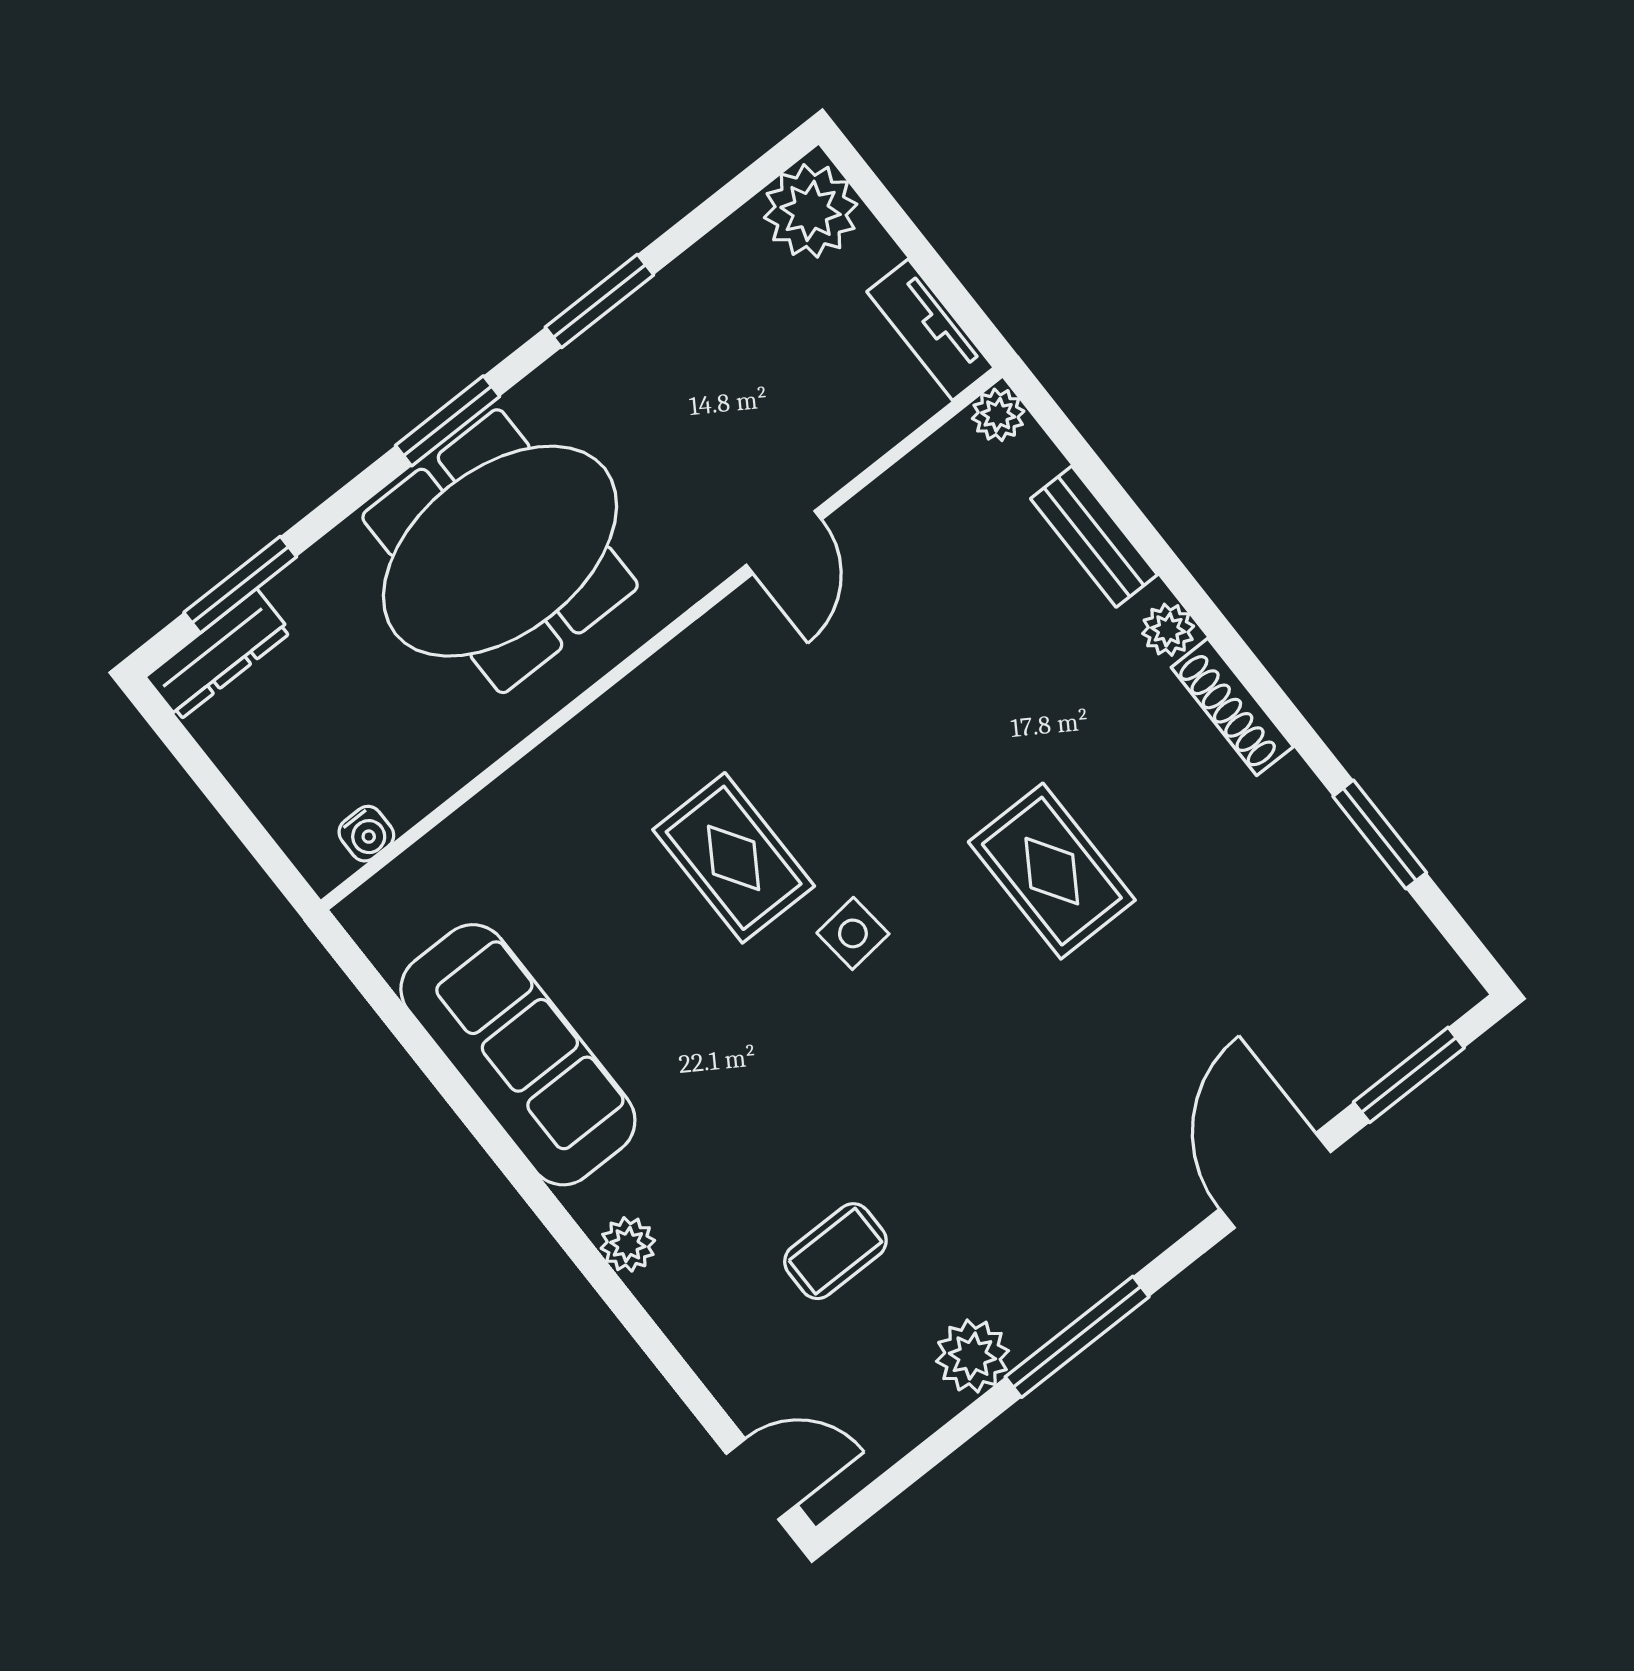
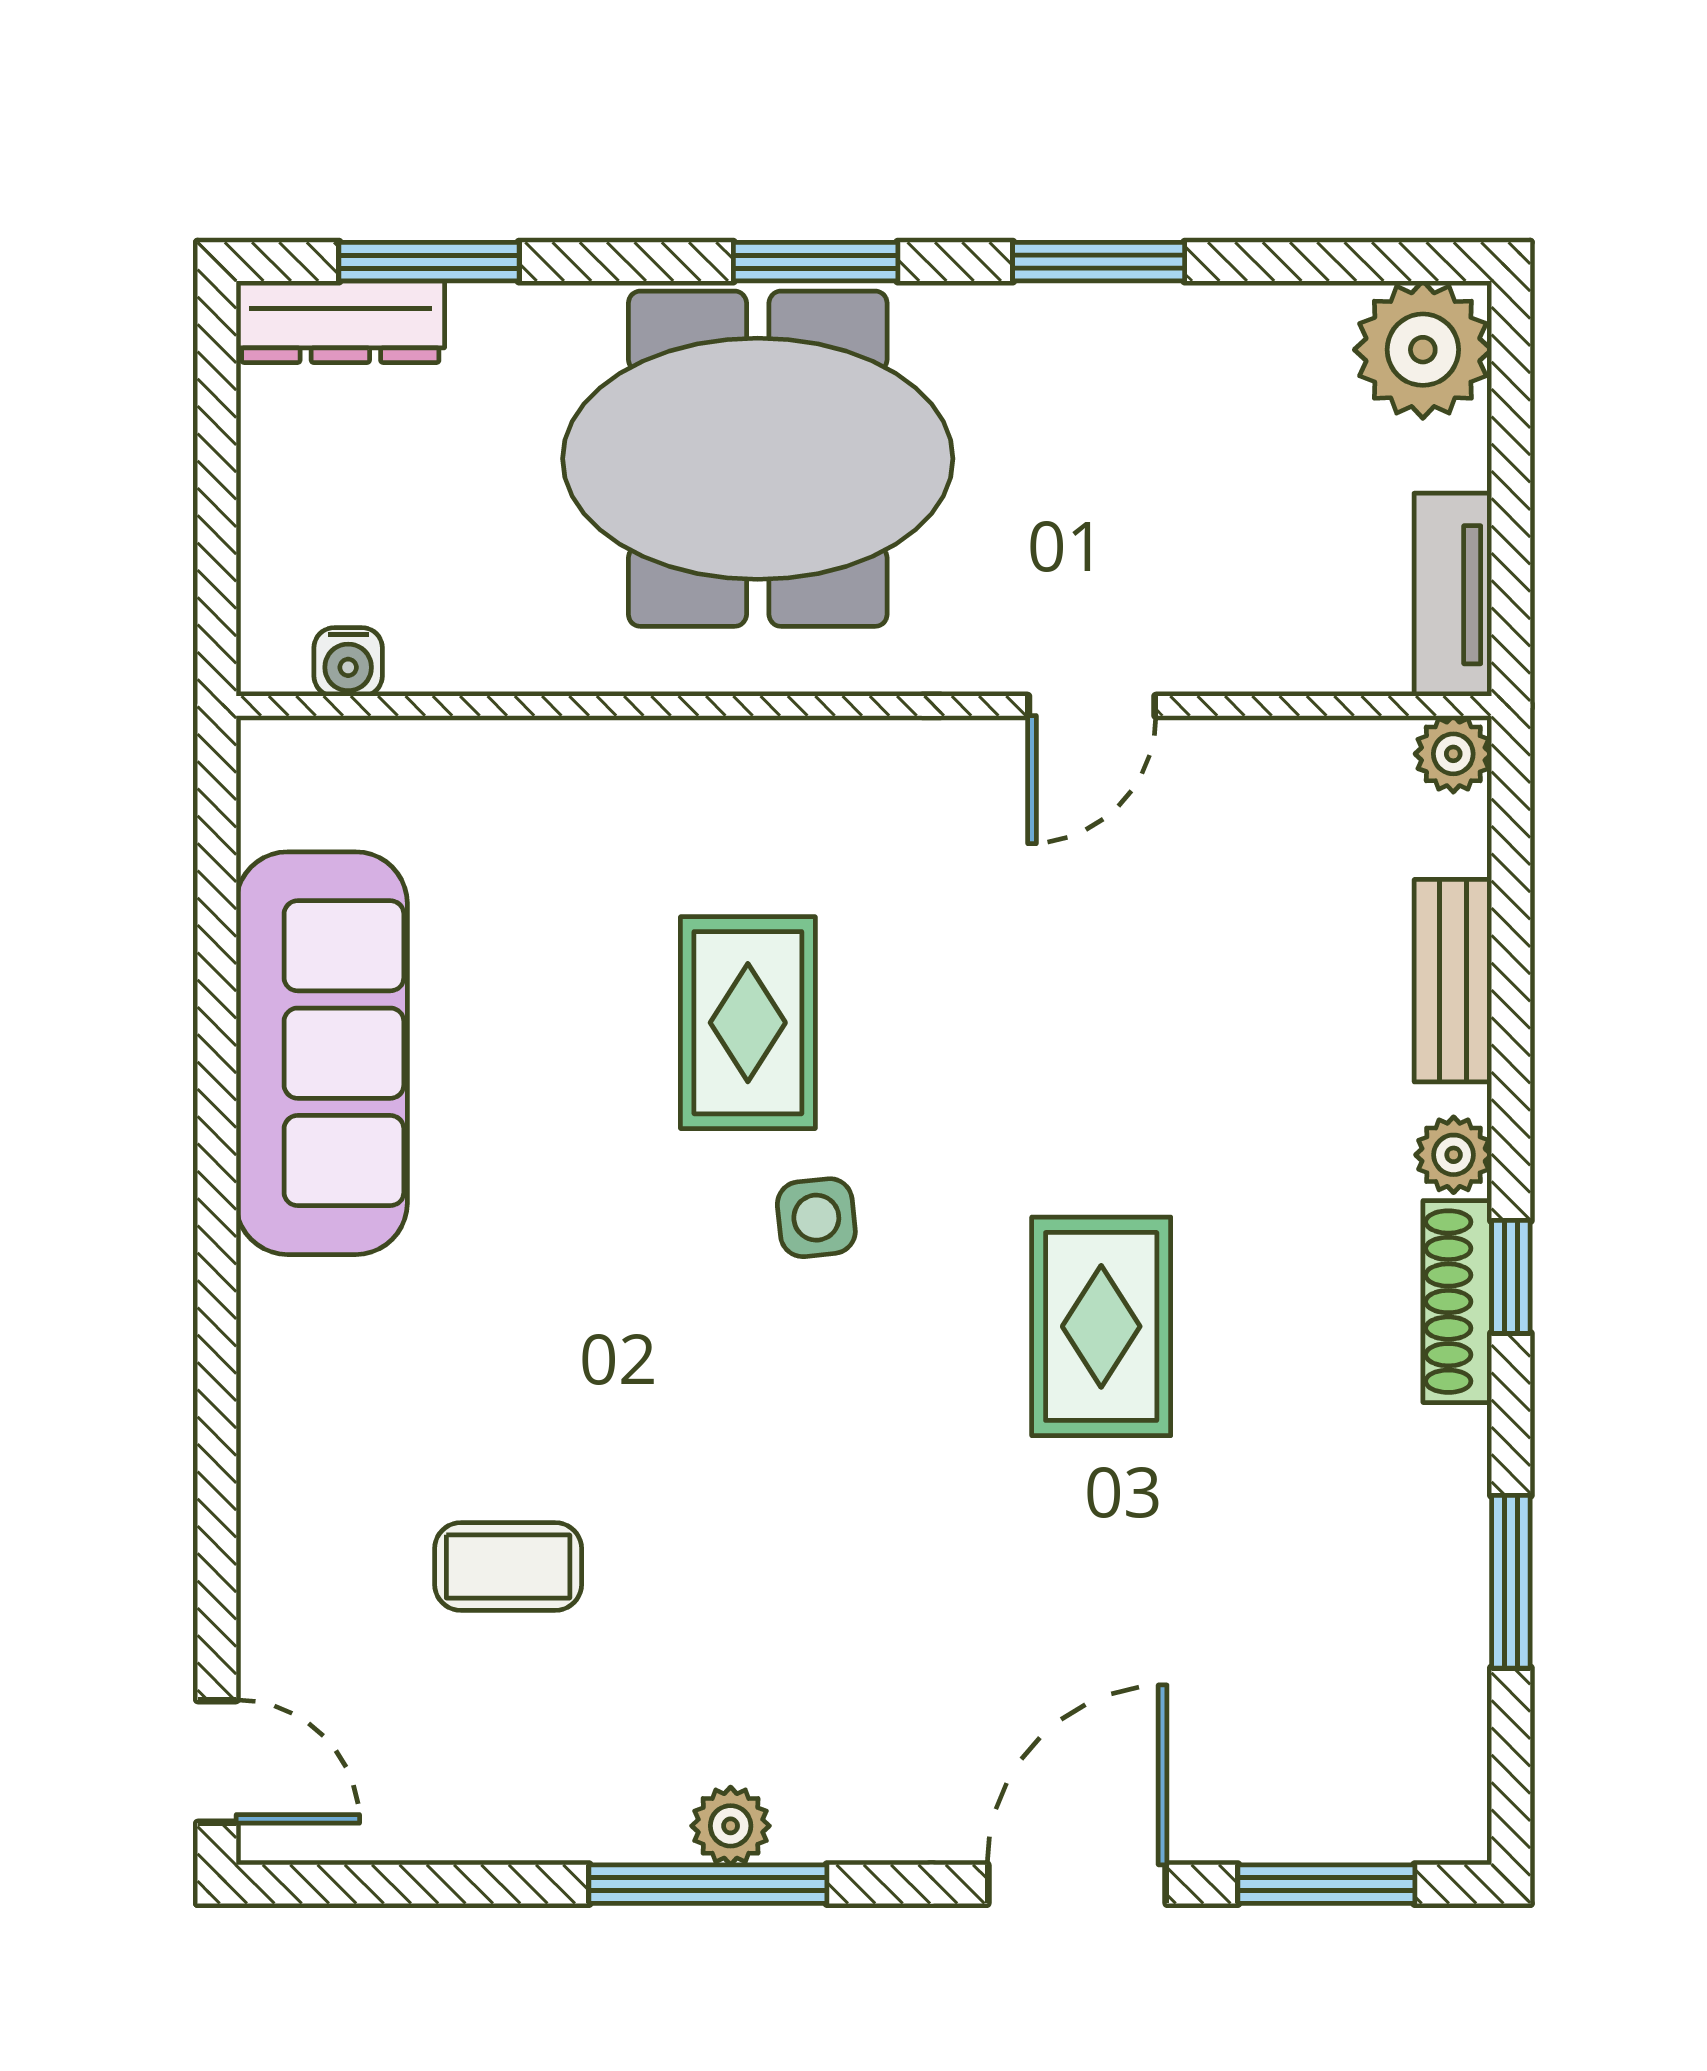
window: (1251, 671) -> (1511, 1277), added
plant: (628, 1244) -> (276, 1371), removed
plant: (972, 1356) -> (731, 1826), moved, width x0.73, depth x0.73

